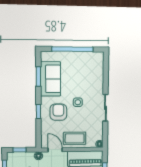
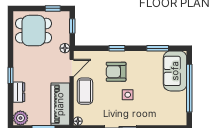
sofa: (51, 79) -> (175, 71), moved, turned 90
armchair: (58, 112) -> (116, 72), turned 180

